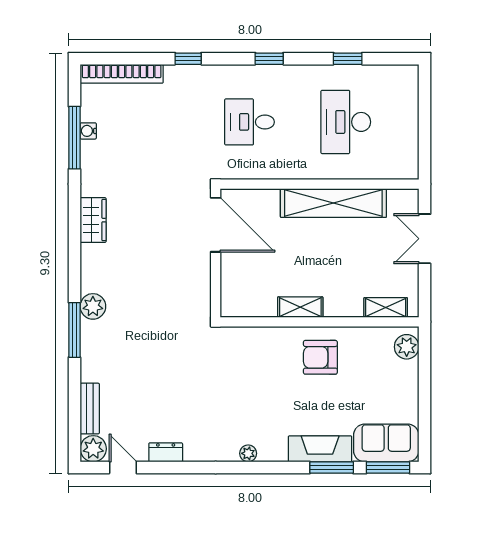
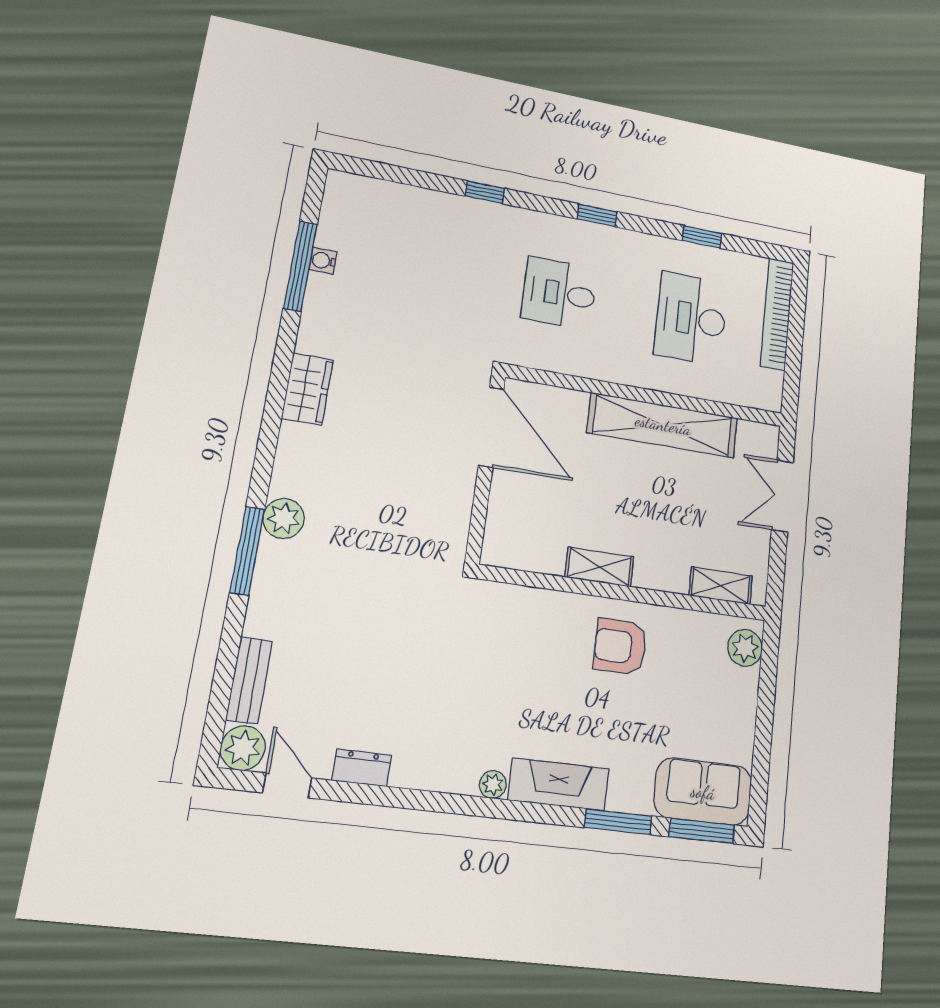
bookcase: (122, 74) -> (777, 314), moved, turned 90
fireplace: (320, 449) -> (559, 784), moved

